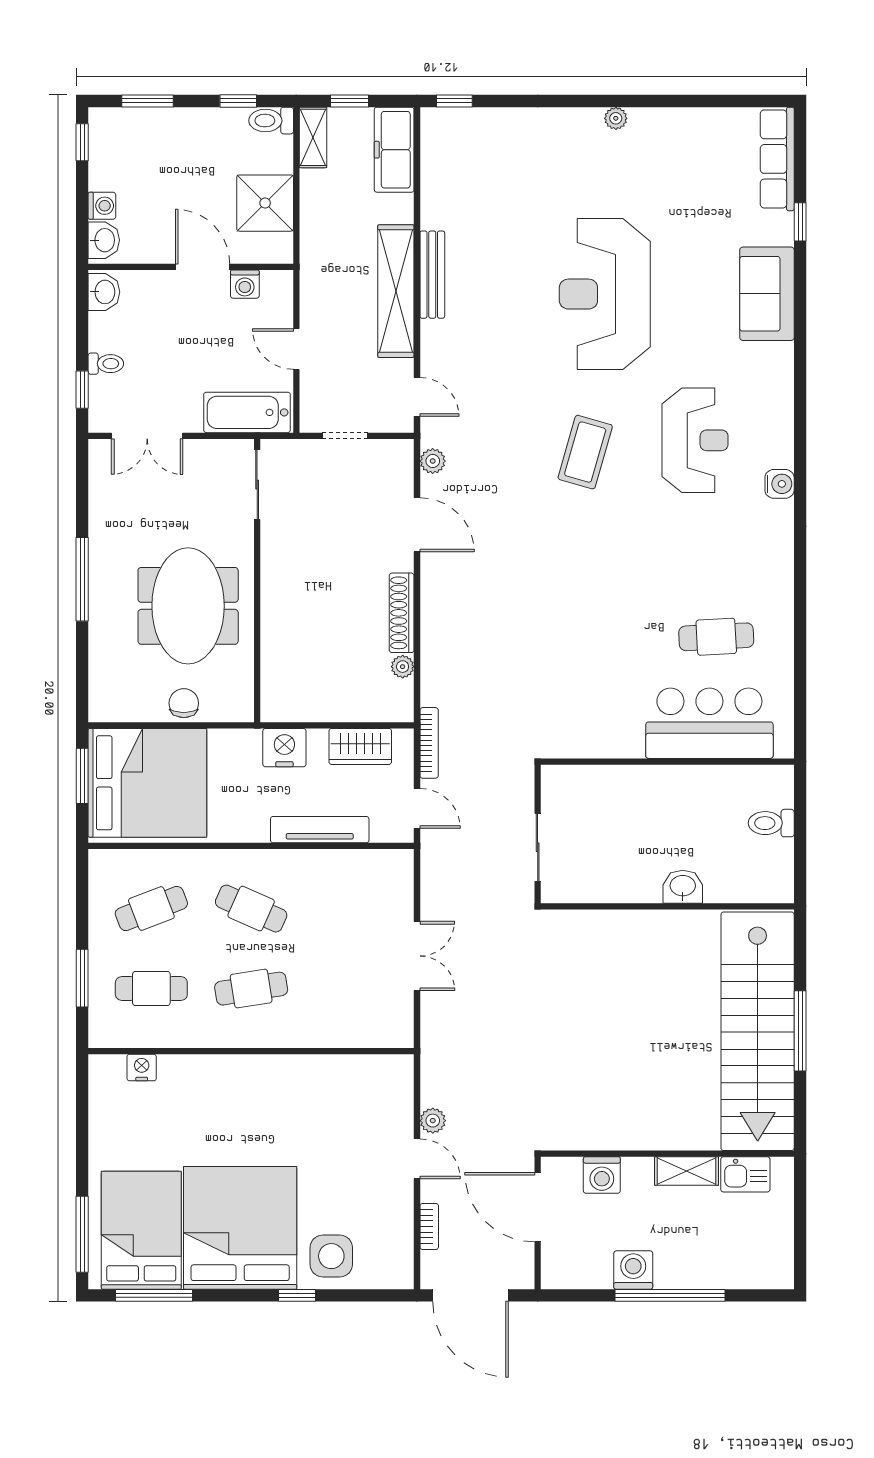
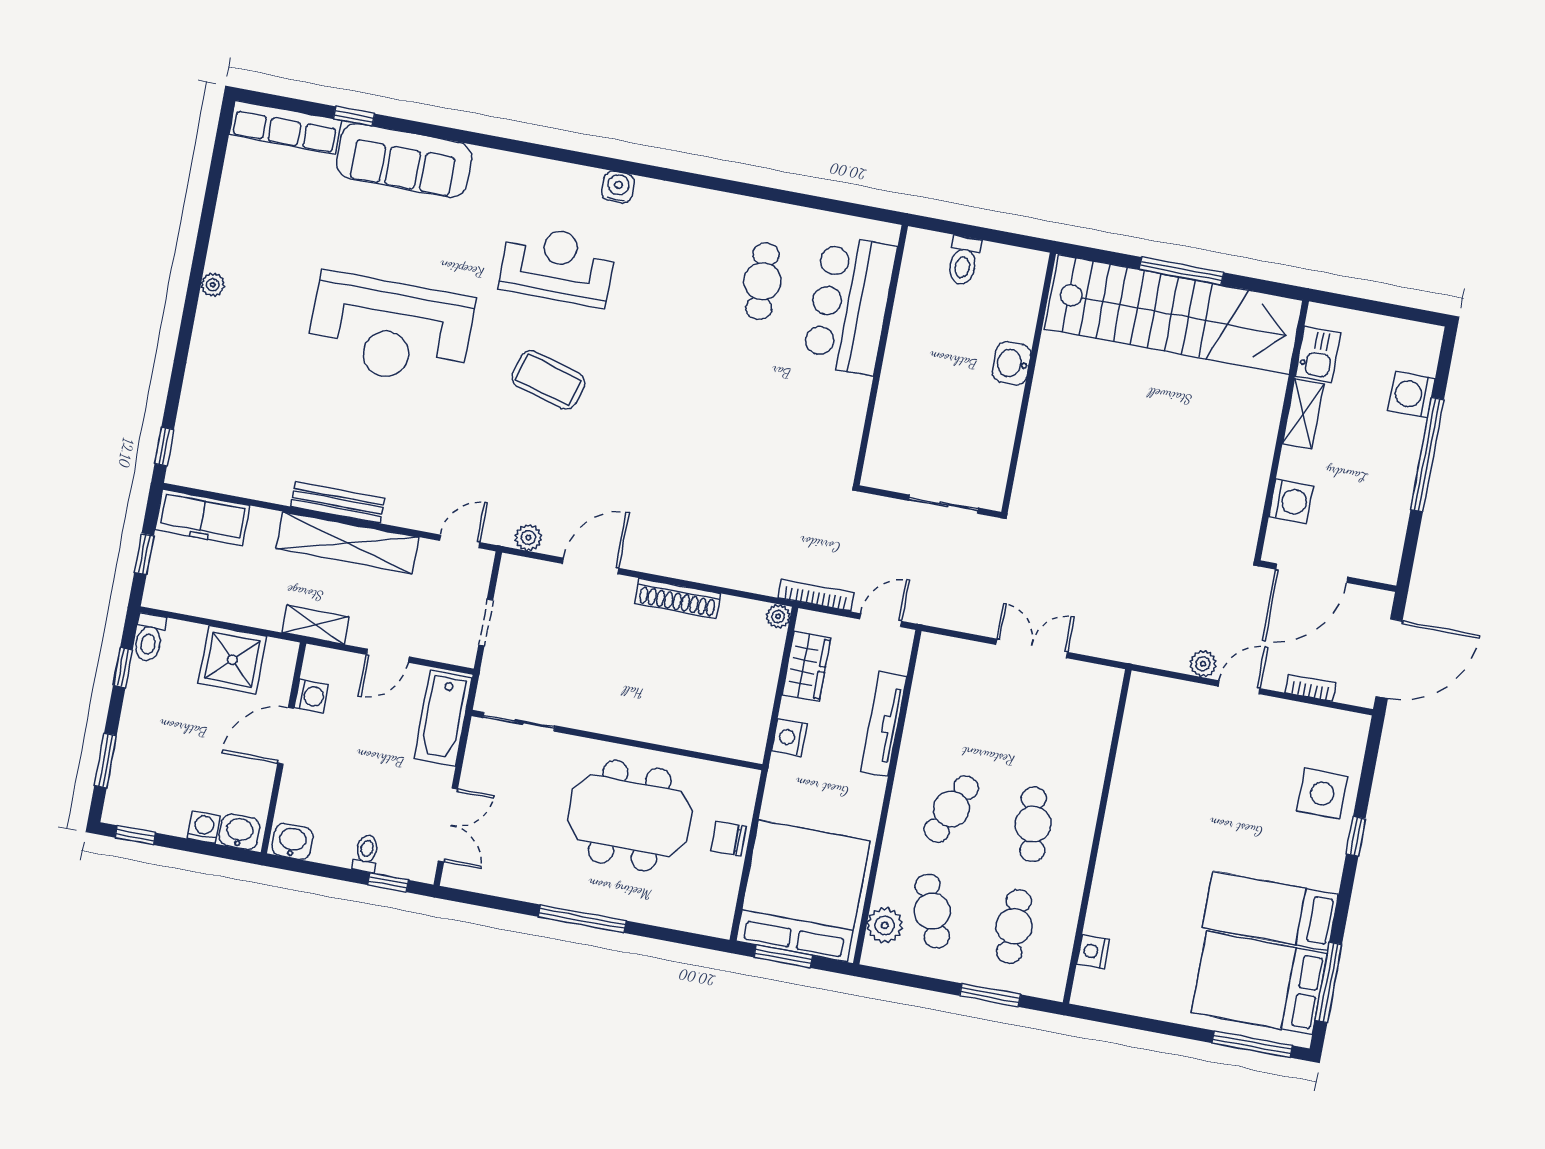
shelving: (313, 137) -> (316, 625), moved
sofa: (767, 294) -> (404, 160), width x1.36
plant: (403, 667) -> (778, 616), moved
nightstand: (284, 748) -> (789, 737), width x0.74, depth x0.75
plant: (130, 866) -> (885, 925), added
bed: (240, 1228) -> (1270, 911), width x0.49
washing machine: (633, 1270) -> (1412, 394), moved

